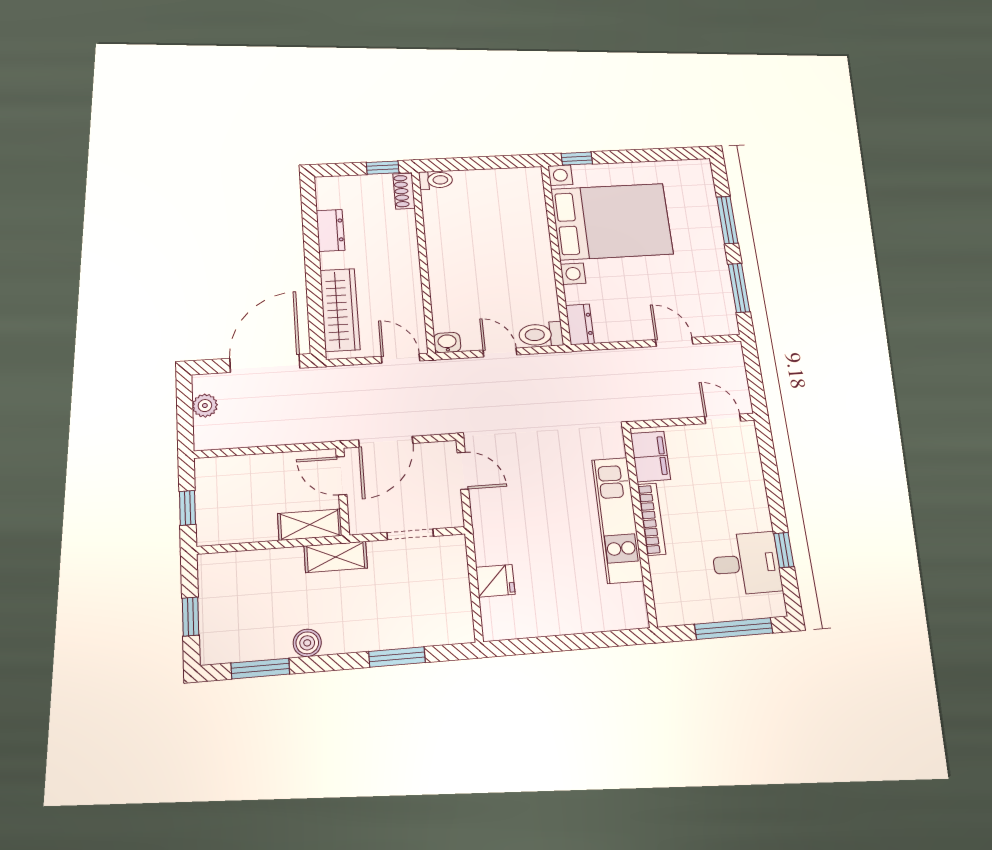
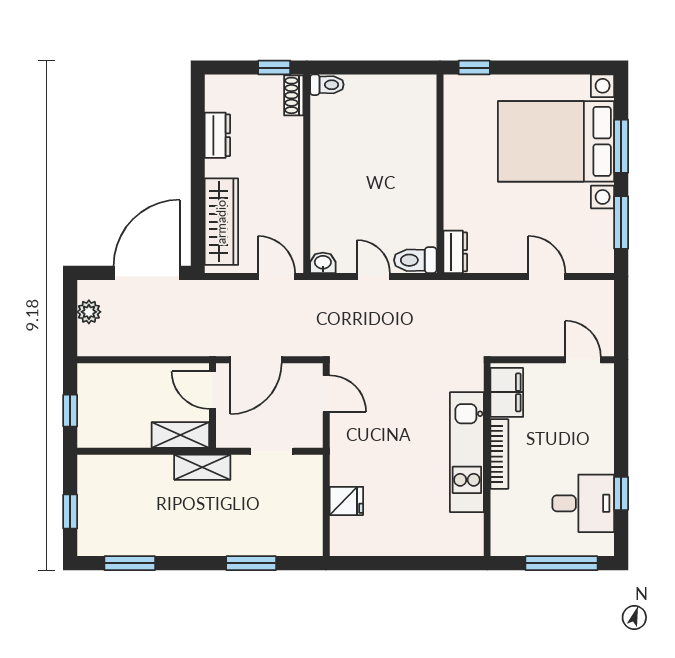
bed with nightstands: (612, 222) -> (556, 141), moved, turned 180
boiler: (307, 643) -> (172, 544), removed

